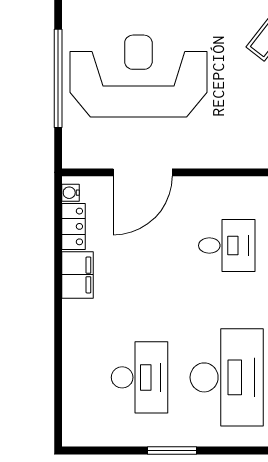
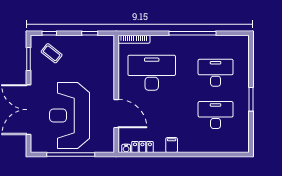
desk: (227, 246) -> (152, 73), width x1.87, depth x1.30
filing cabinet: (78, 275) -> (172, 145), width x0.50
desk: (227, 377) -> (216, 73), width x0.73, depth x0.77

